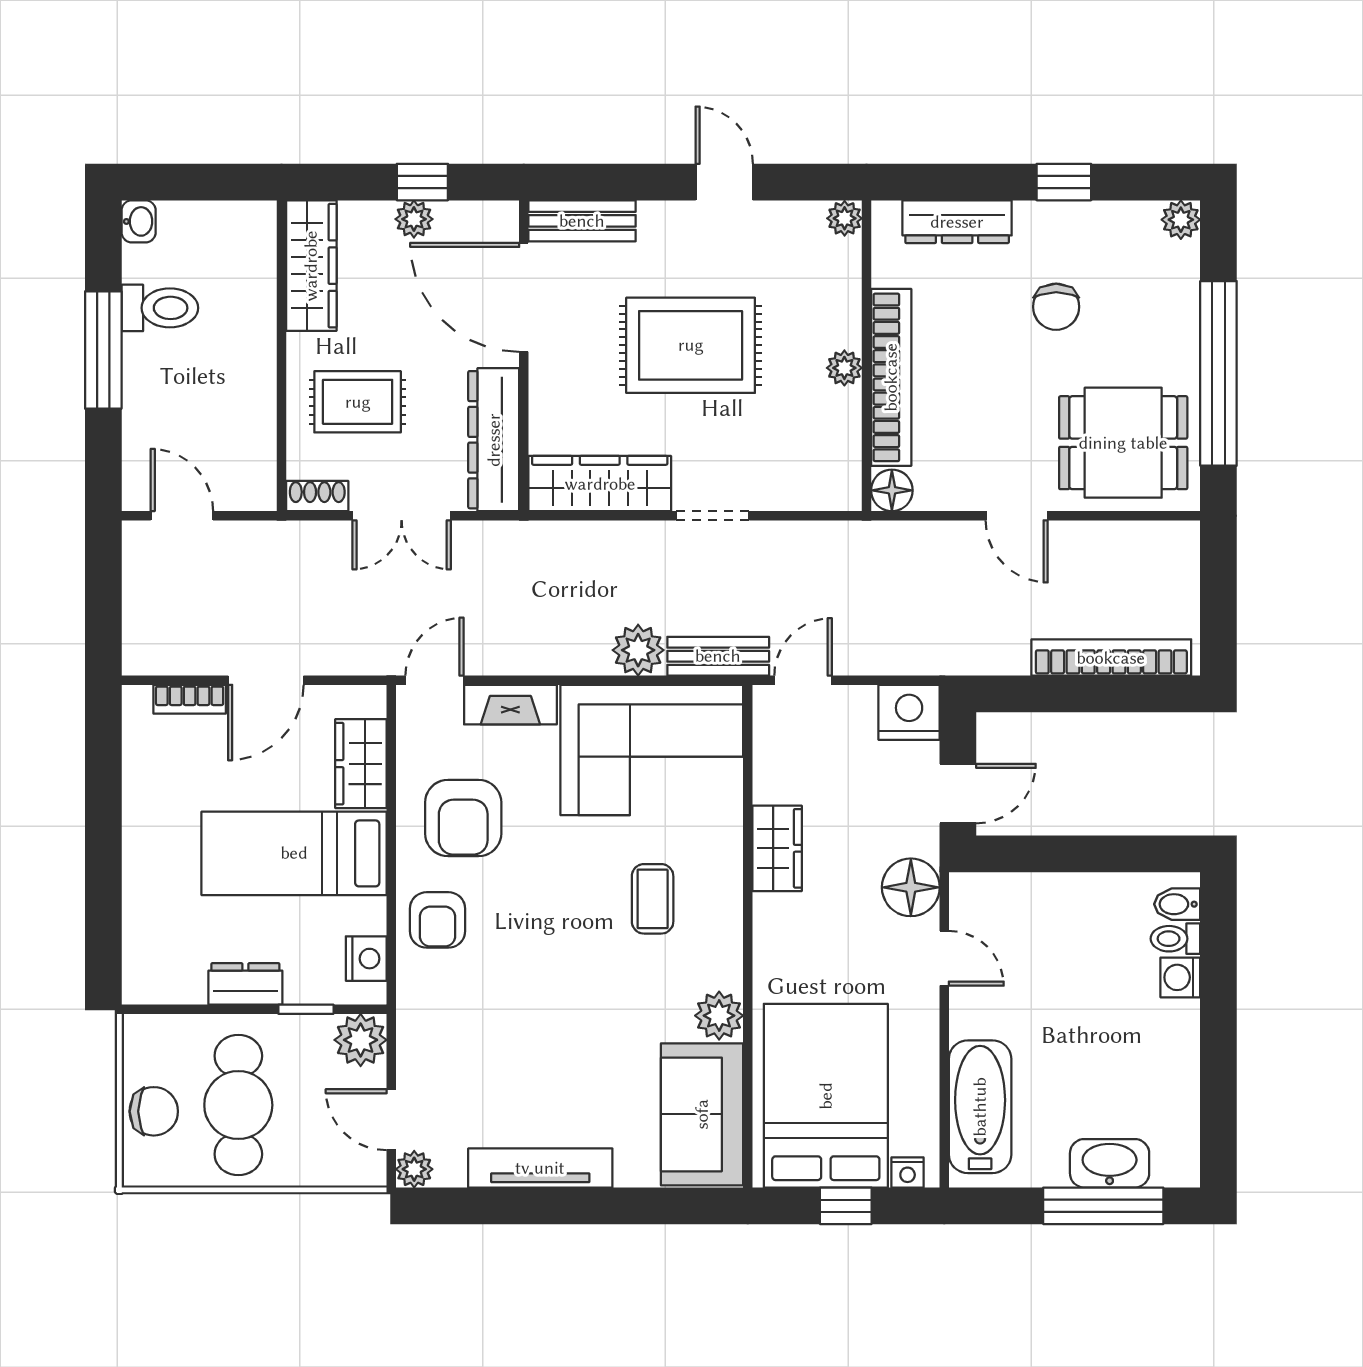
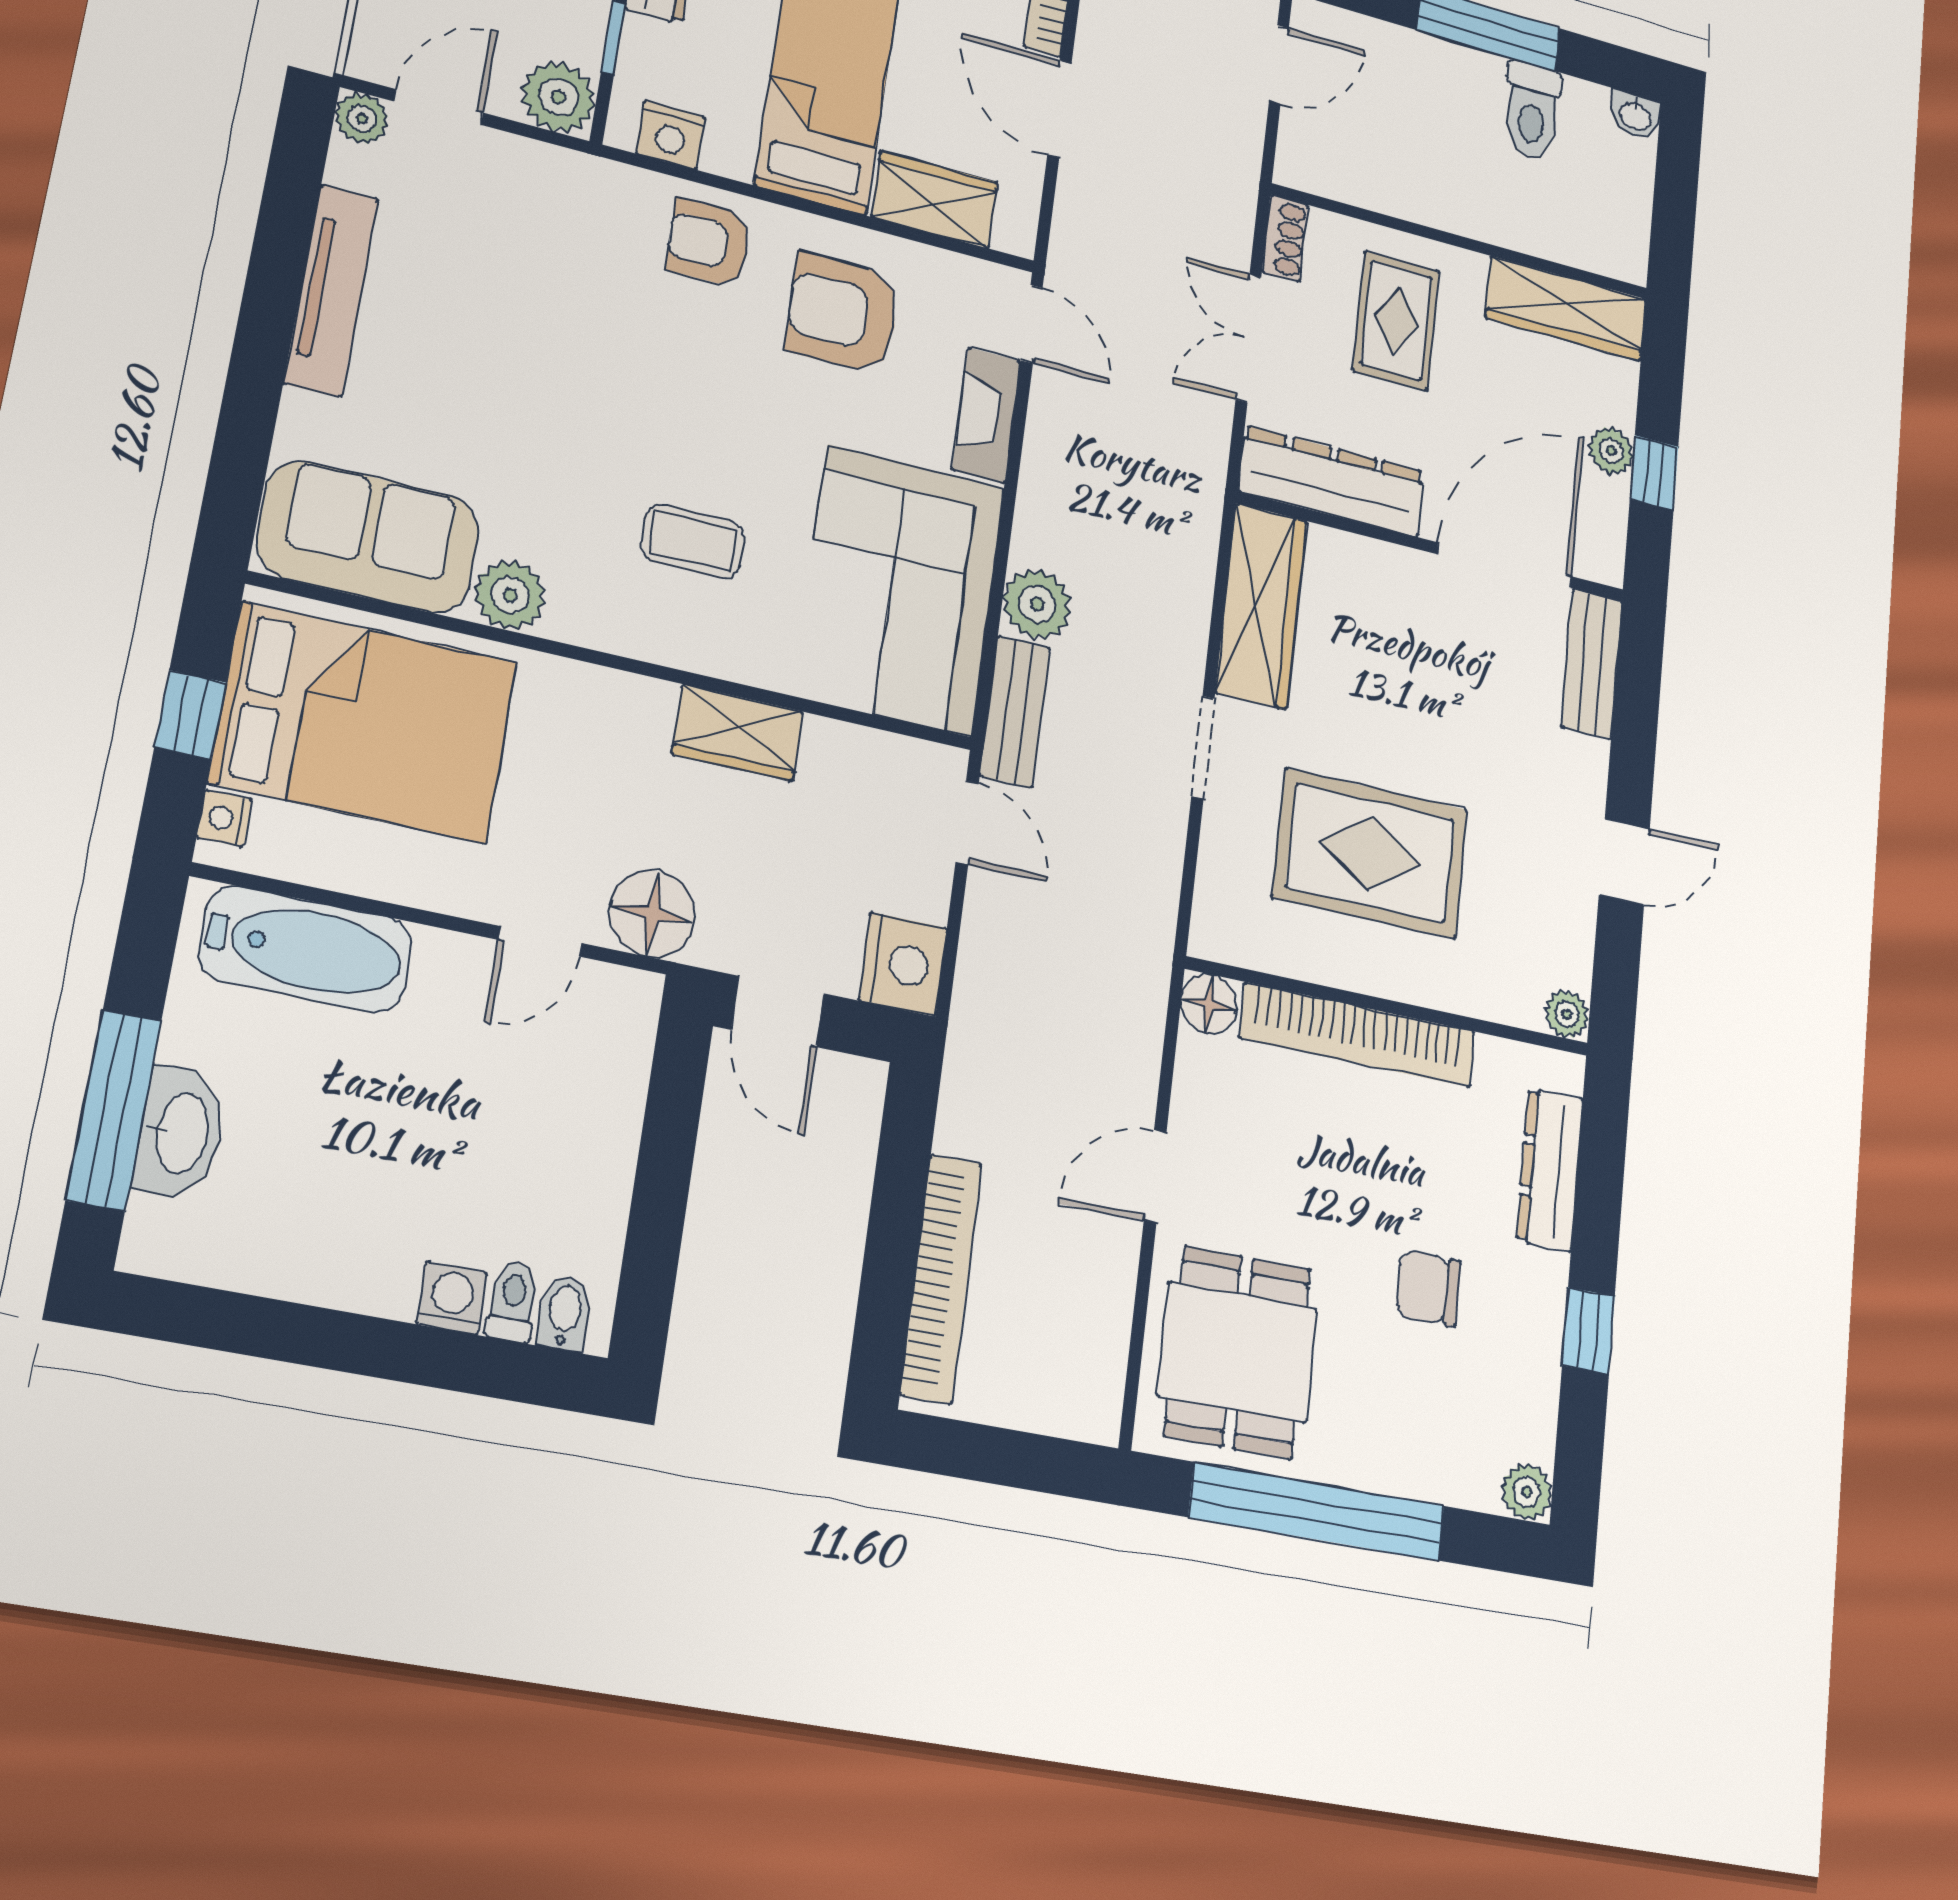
rug: (691, 345) -> (1370, 853), moved, turned 90
plant: (844, 368) -> (1376, 972), removed

